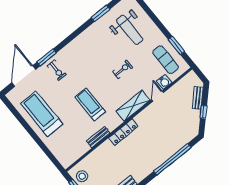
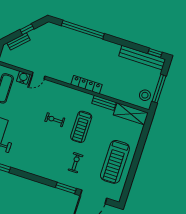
exercise bike: (123, 69) -> (55, 120), moved
exercise bike: (57, 70) -> (76, 163), moved
shelving: (133, 106) -> (131, 114), moved

